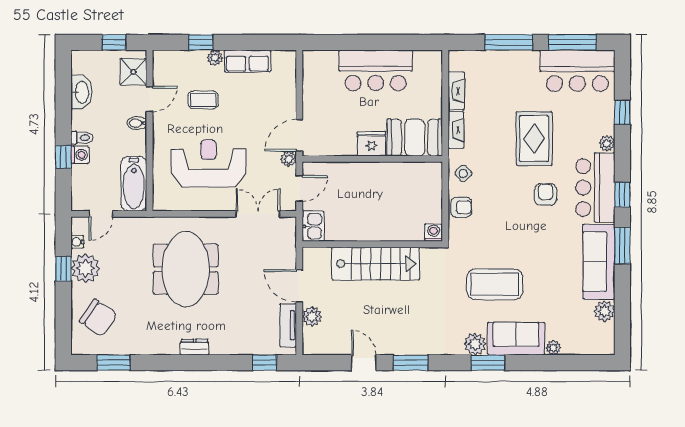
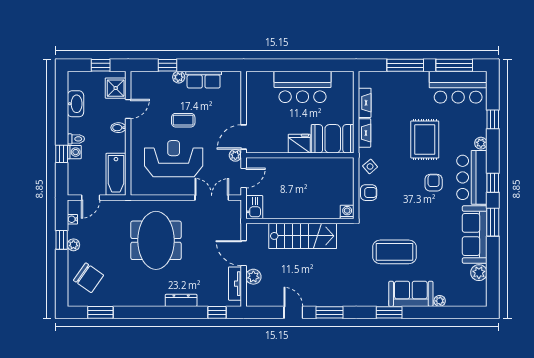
coffee table: (203, 100) -> (183, 120), moved
plant: (86, 268) -> (73, 245), width x0.53, depth x0.53
plant: (475, 344) -> (379, 298), removed
dresser: (195, 347) -> (181, 300), moved, width x1.44

